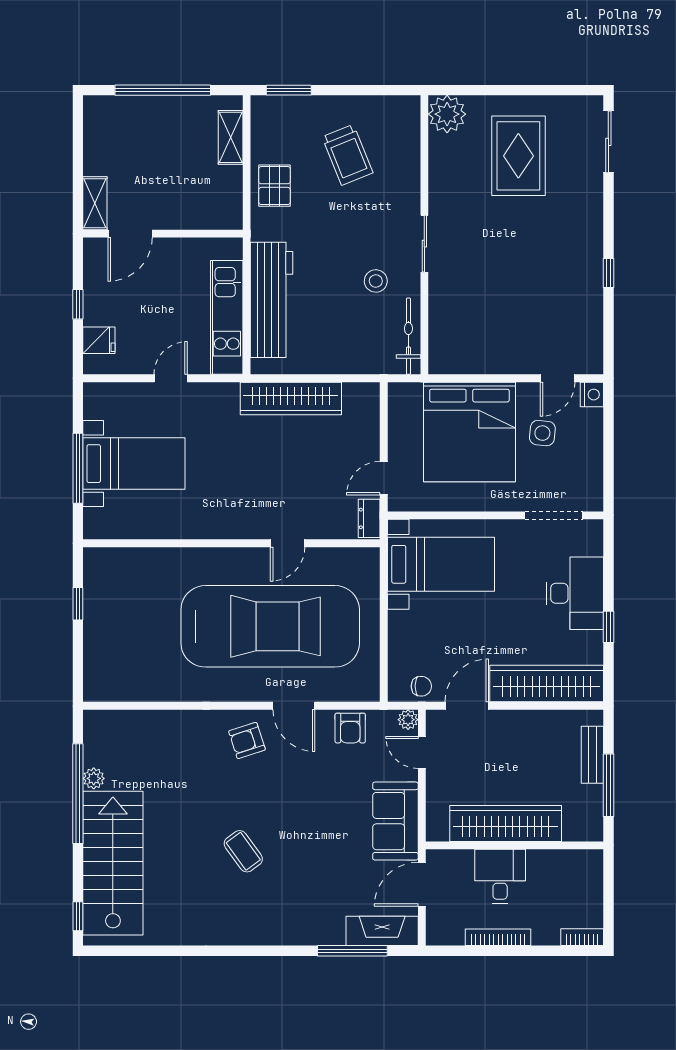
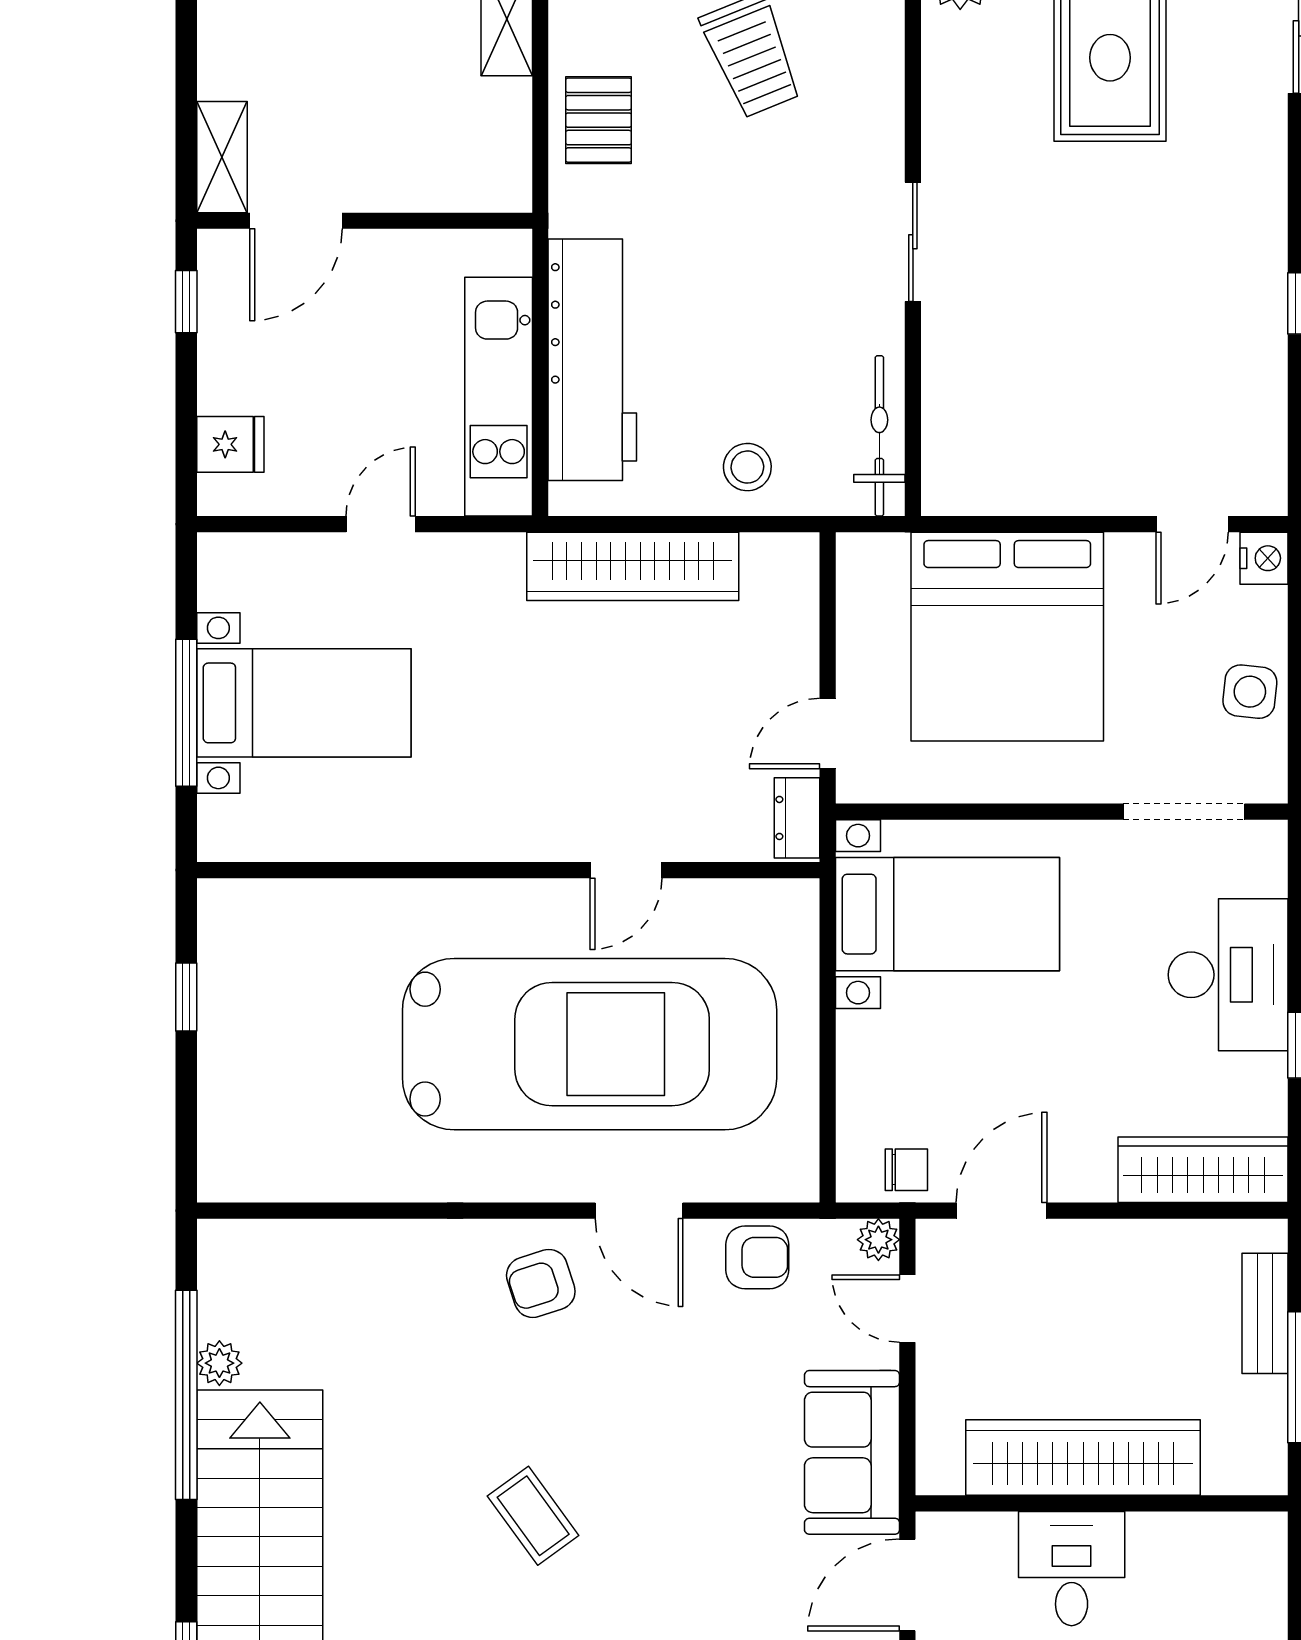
stool: (376, 281) -> (747, 467), moved
window: (78, 304) -> (186, 302), moved
side table: (542, 433) -> (1250, 692), moved
wardrobe: (547, 684) -> (1203, 1170), width x0.71, depth x0.85
armchair: (350, 728) -> (757, 1257), turned -90

